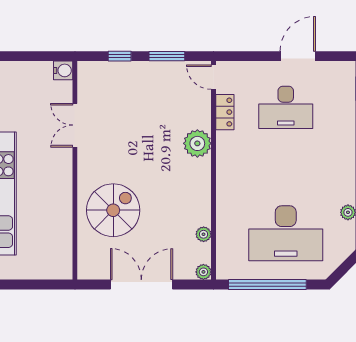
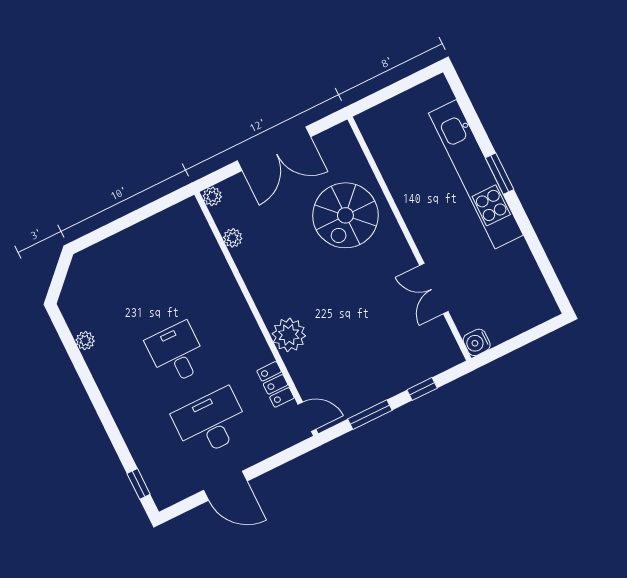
door: (298, 56) -> (225, 486), hinge flipped
double door: (75, 125) -> (434, 288), swing flipped
desk: (286, 233) -> (177, 353), moved, width x0.53, depth x0.77
window: (267, 284) -> (135, 217), removed

